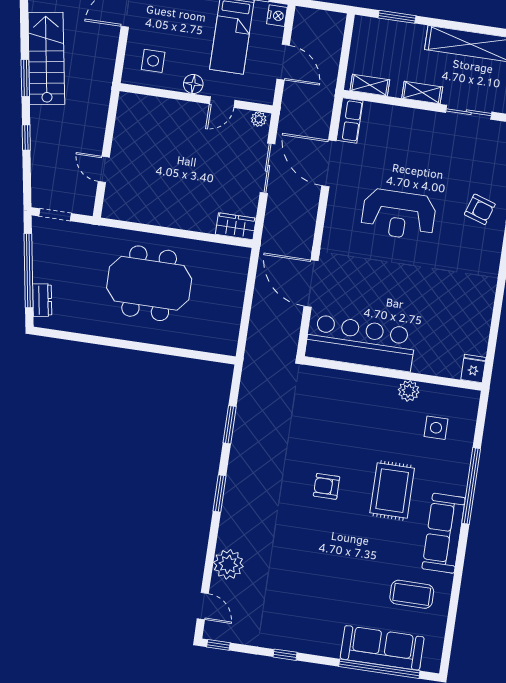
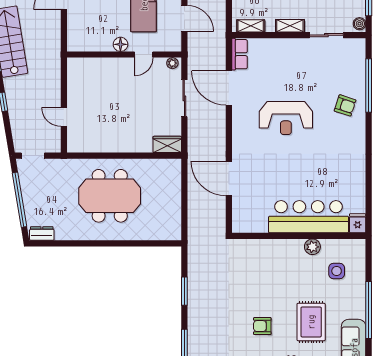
side table: (153, 61) -> (88, 32), removed
dresser: (42, 300) -> (42, 234), moved, turned -81
bar counter: (360, 343) -> (309, 217), moved

